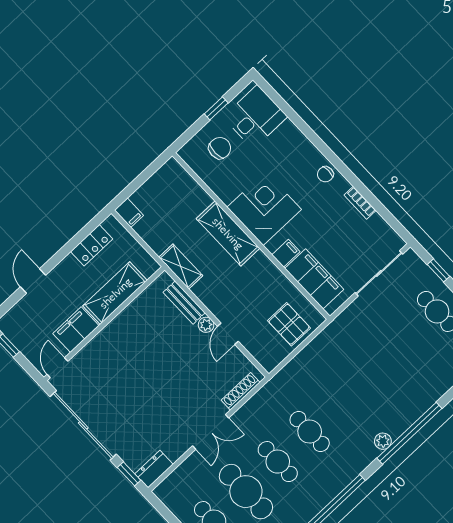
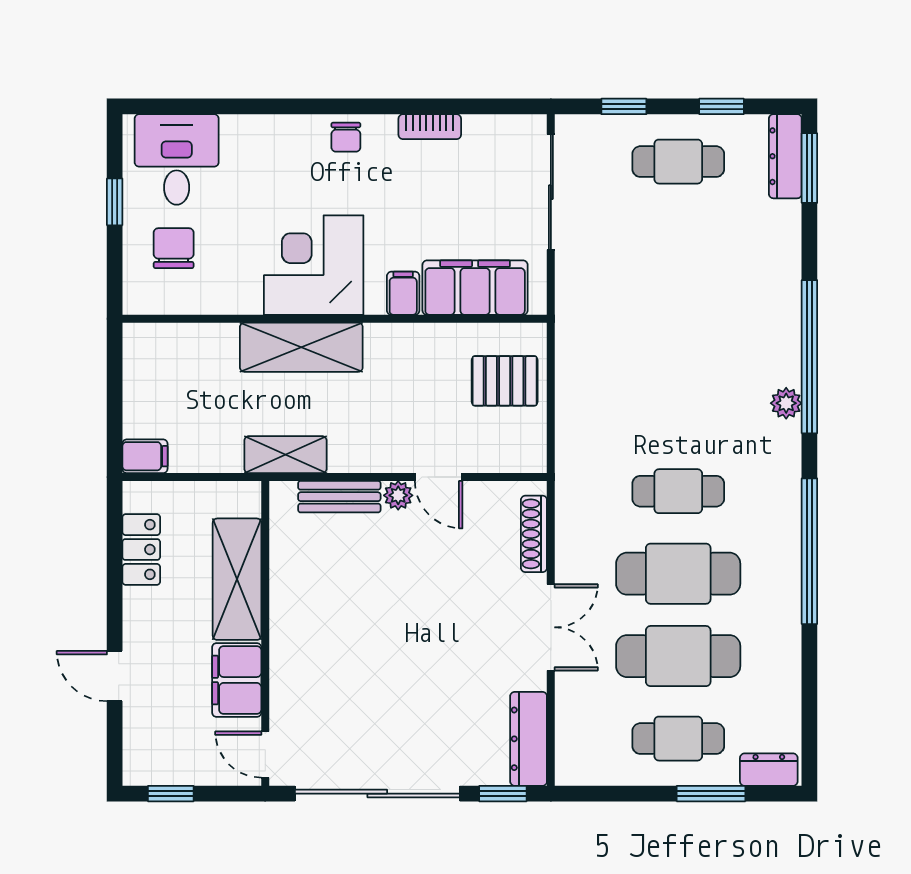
cafe table: (278, 462) -> (678, 574), width x1.37, depth x1.35
dresser: (154, 469) -> (529, 739), width x1.44

